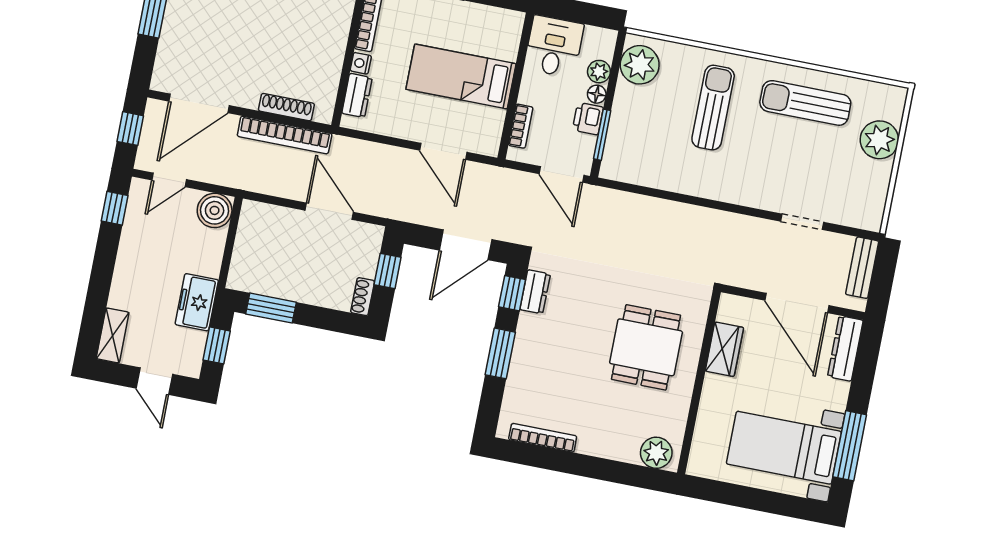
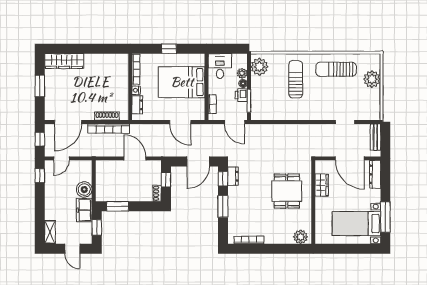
bed: (461, 76) -> (182, 82), width x1.50
boiler: (215, 210) -> (84, 190), moved

